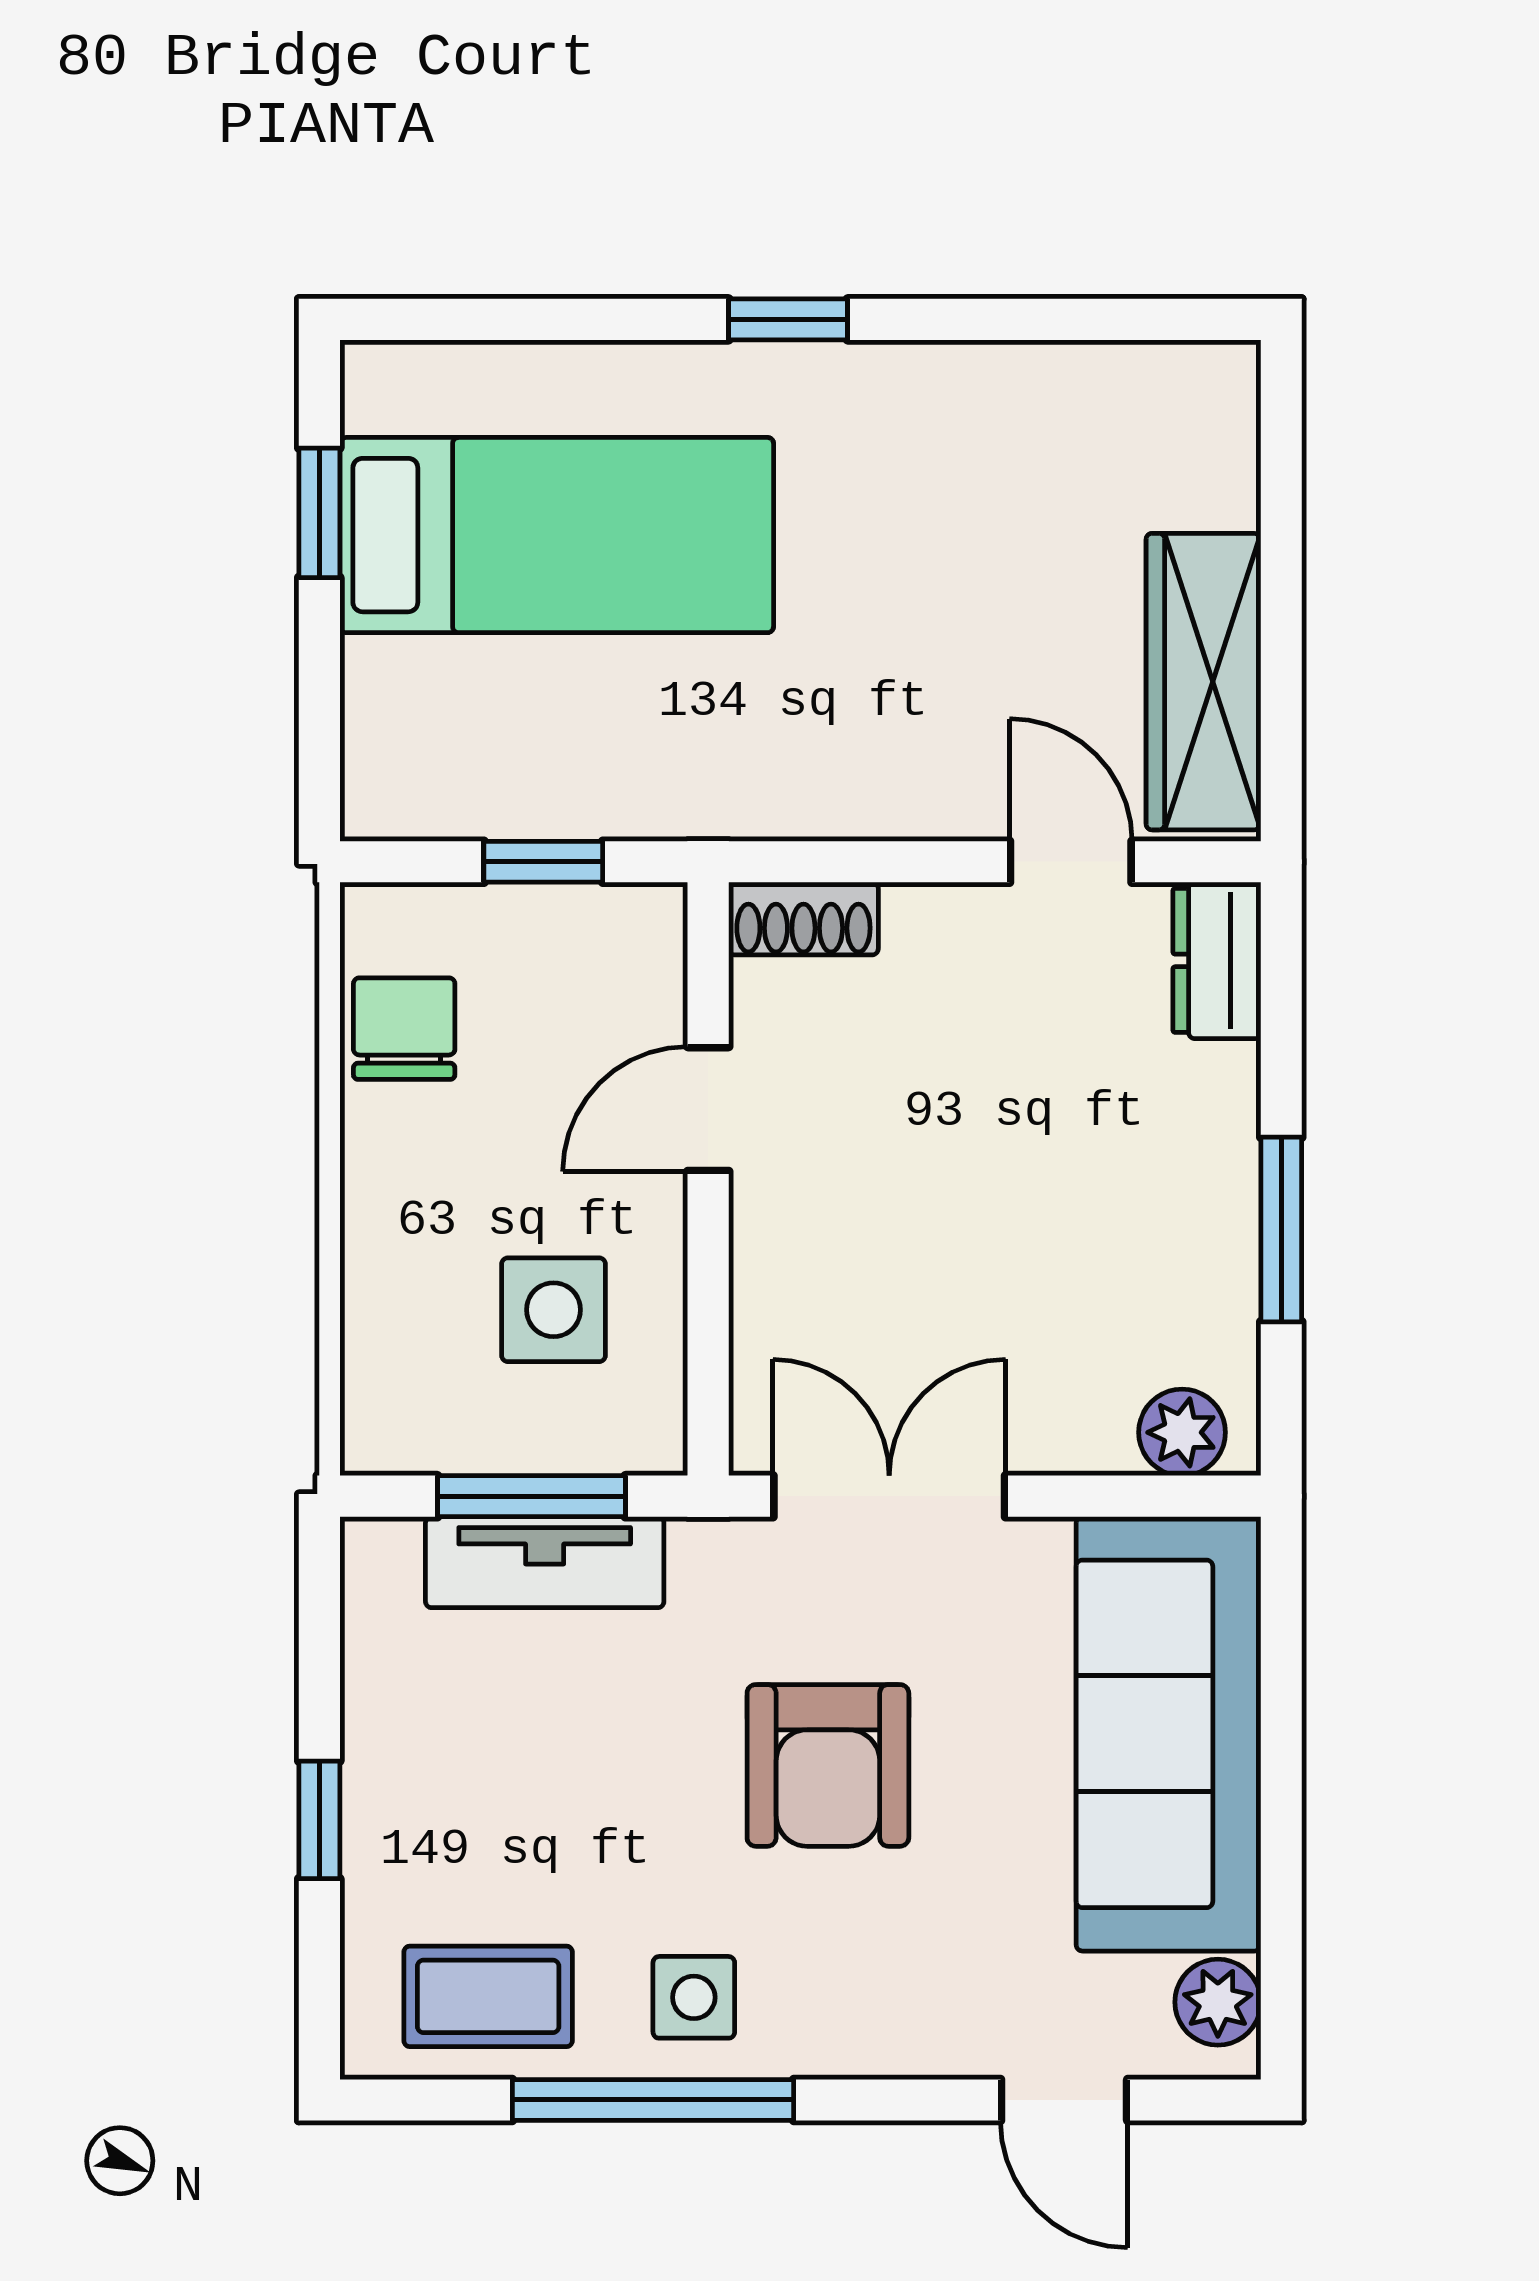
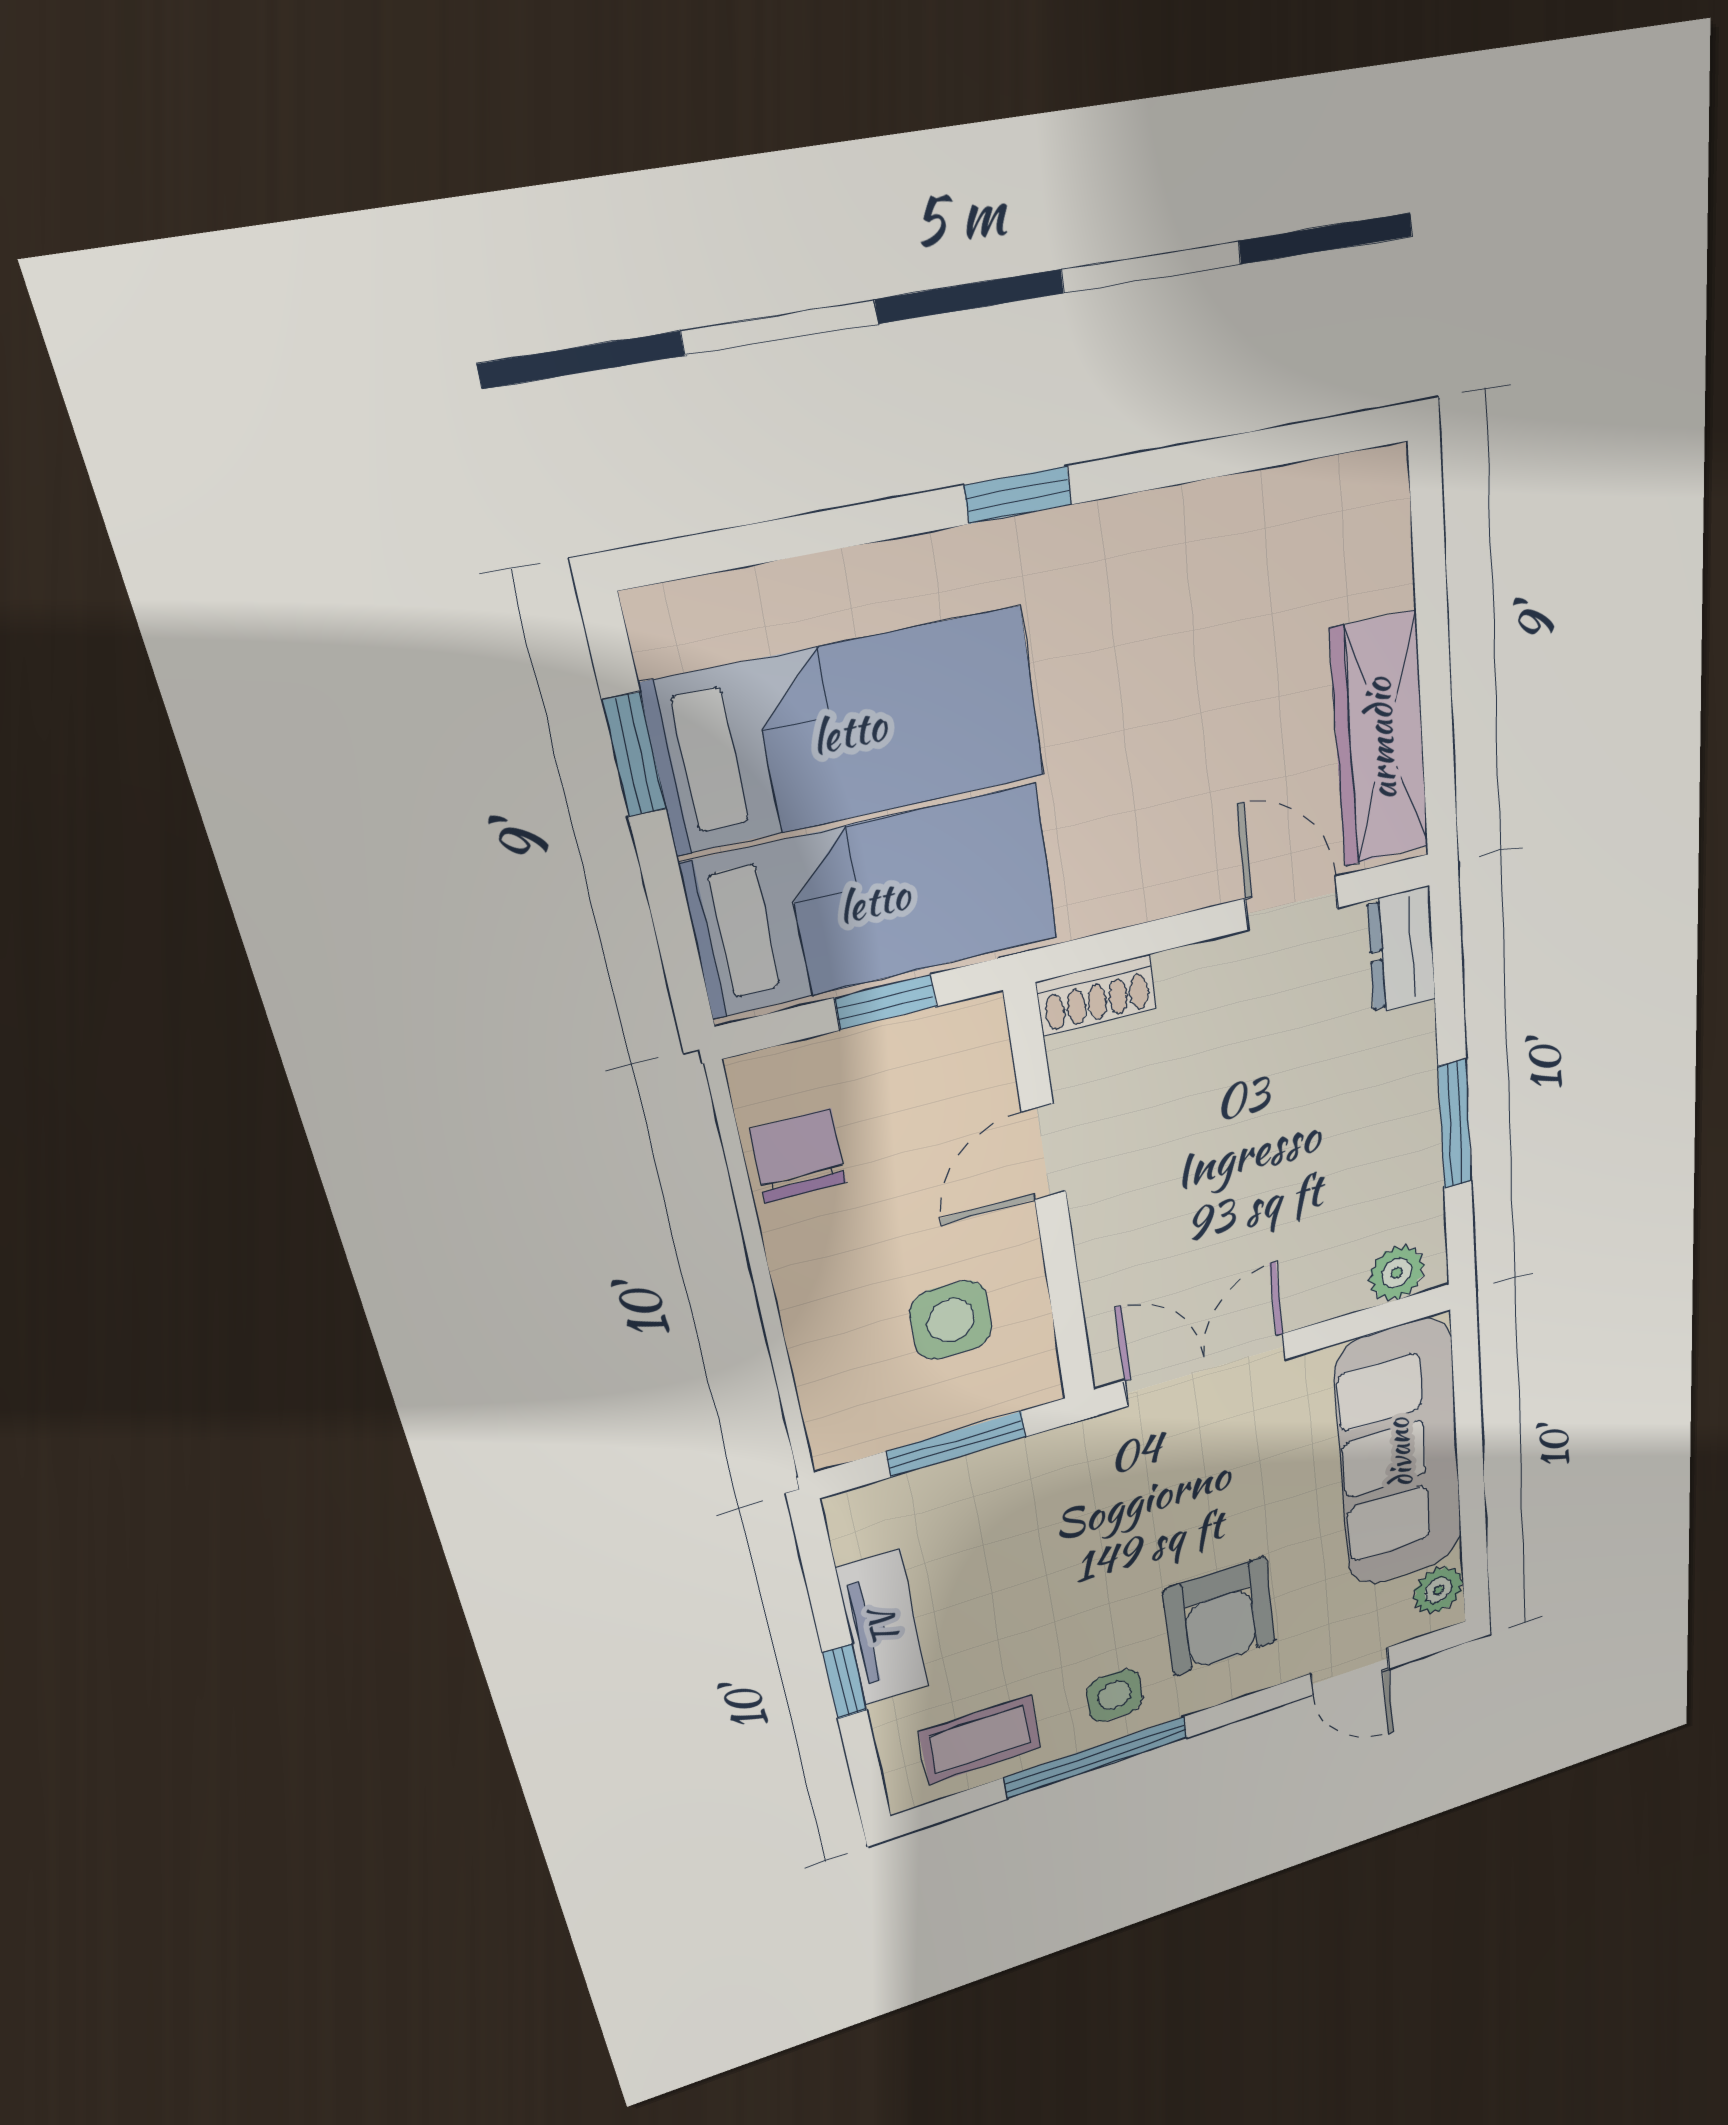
bed: (551, 736) -> (874, 901), added
tv unit: (545, 1562) -> (883, 1628), moved, turned -90
armchair: (828, 1765) -> (1220, 1616), moved

